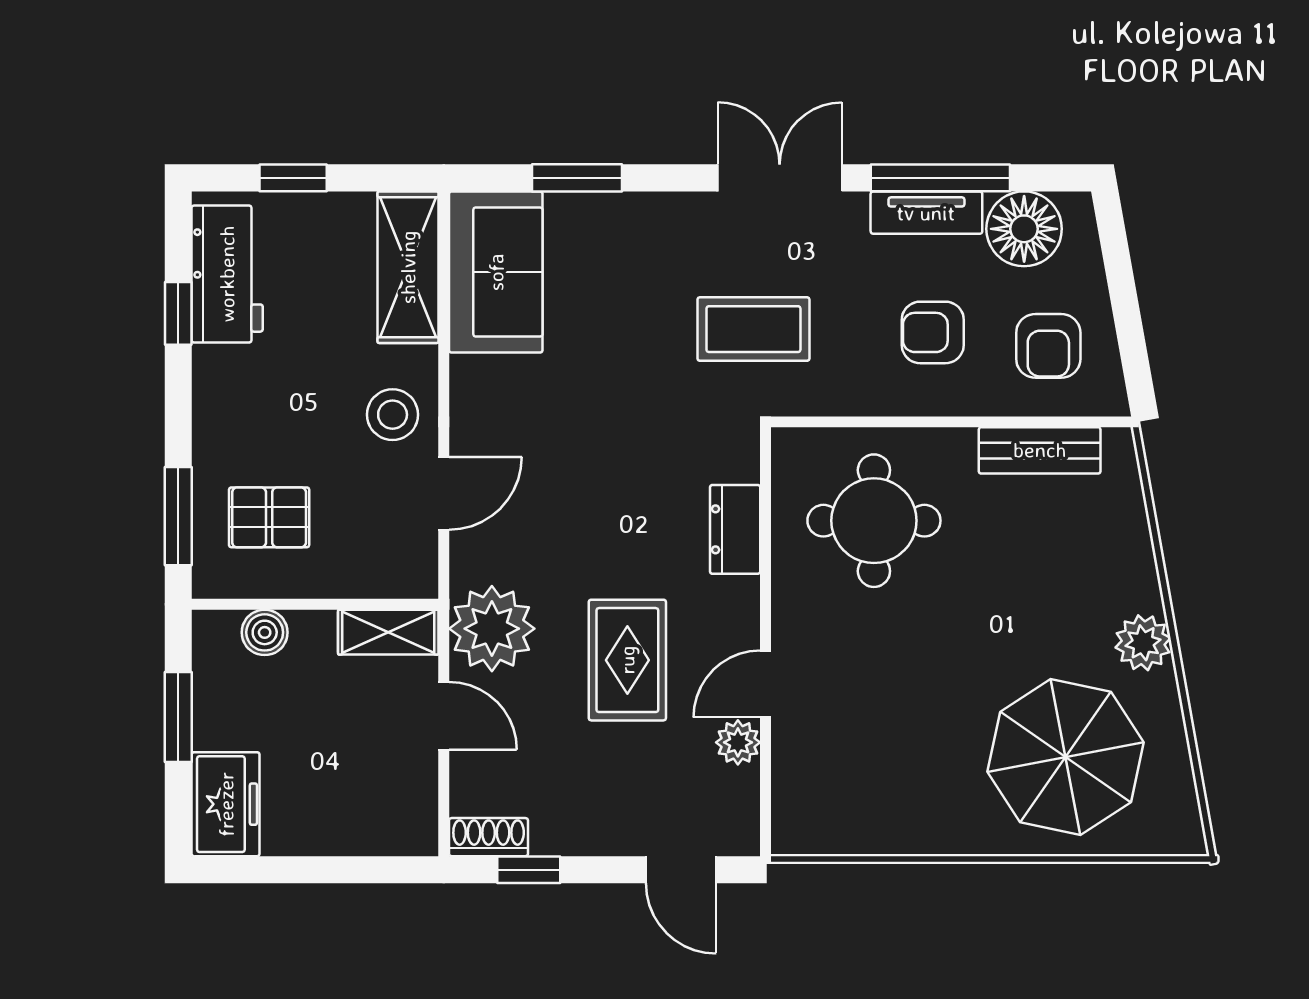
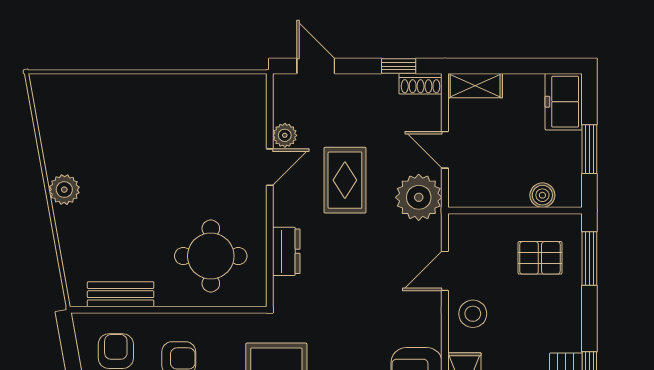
shelving: (388, 632) -> (475, 86), moved
parasol: (1066, 757) -> (106, 127), removed

